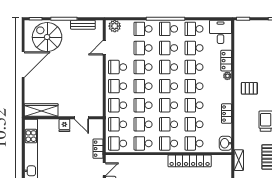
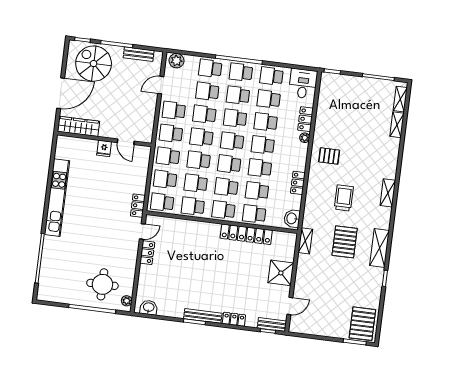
wardrobe: (41, 110) -> (78, 126), moved
wall: (64, 118) -> (104, 139), moved
door: (82, 118) -> (126, 142), moved
fridge: (64, 125) -> (104, 148), moved

